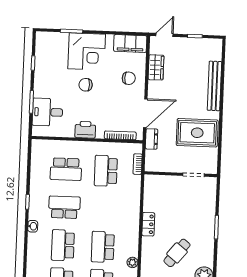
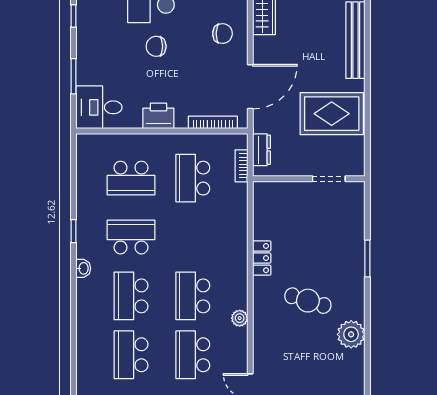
desk: (47, 112) -> (99, 107), moved
dresser: (152, 139) -> (262, 150), moved
cafe table: (177, 253) -> (308, 301), turned 68

